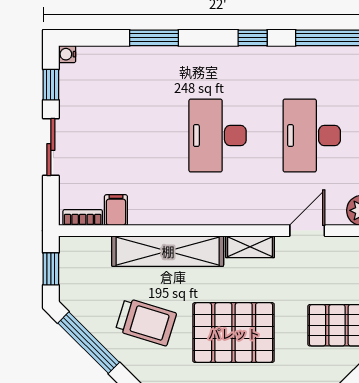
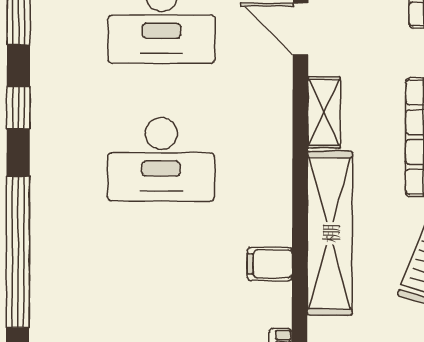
window: (154, 38) -> (18, 252), width x2.11
filing cabinet: (116, 210) -> (270, 264), moved

